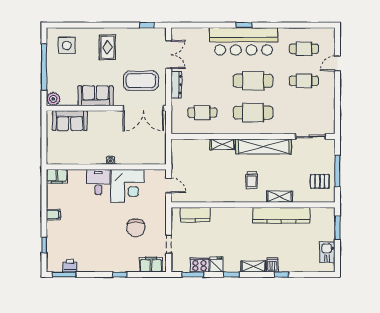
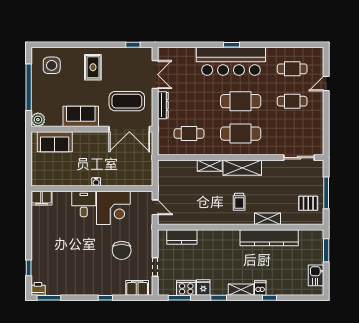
shelving: (263, 146) -> (242, 168), width x0.68
filing cabinet: (53, 215) -> (38, 237), removed
printer: (70, 266) -> (38, 289), moved

